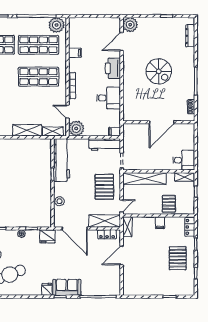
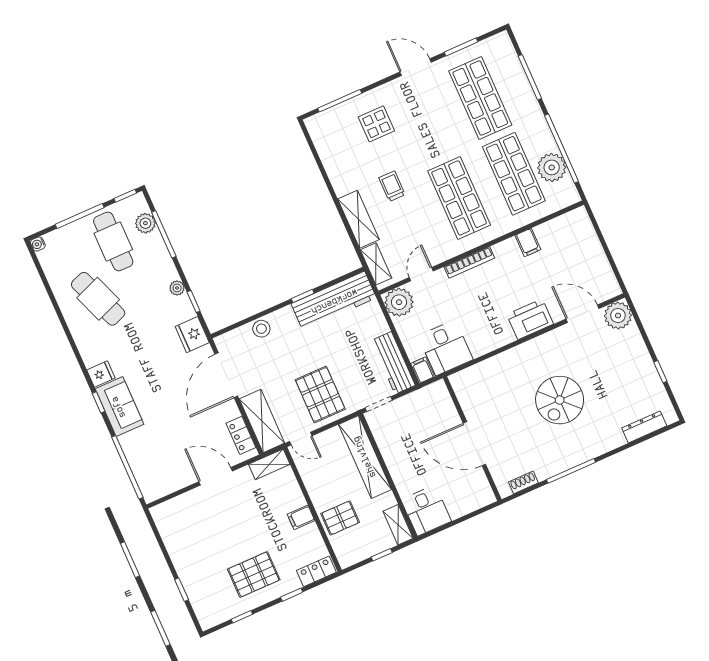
plant: (56, 25) -> (552, 167), moved
desk: (109, 98) -> (446, 348), moved
trolley: (18, 107) -> (392, 186), added
pallet: (104, 187) -> (320, 394), turned 90

